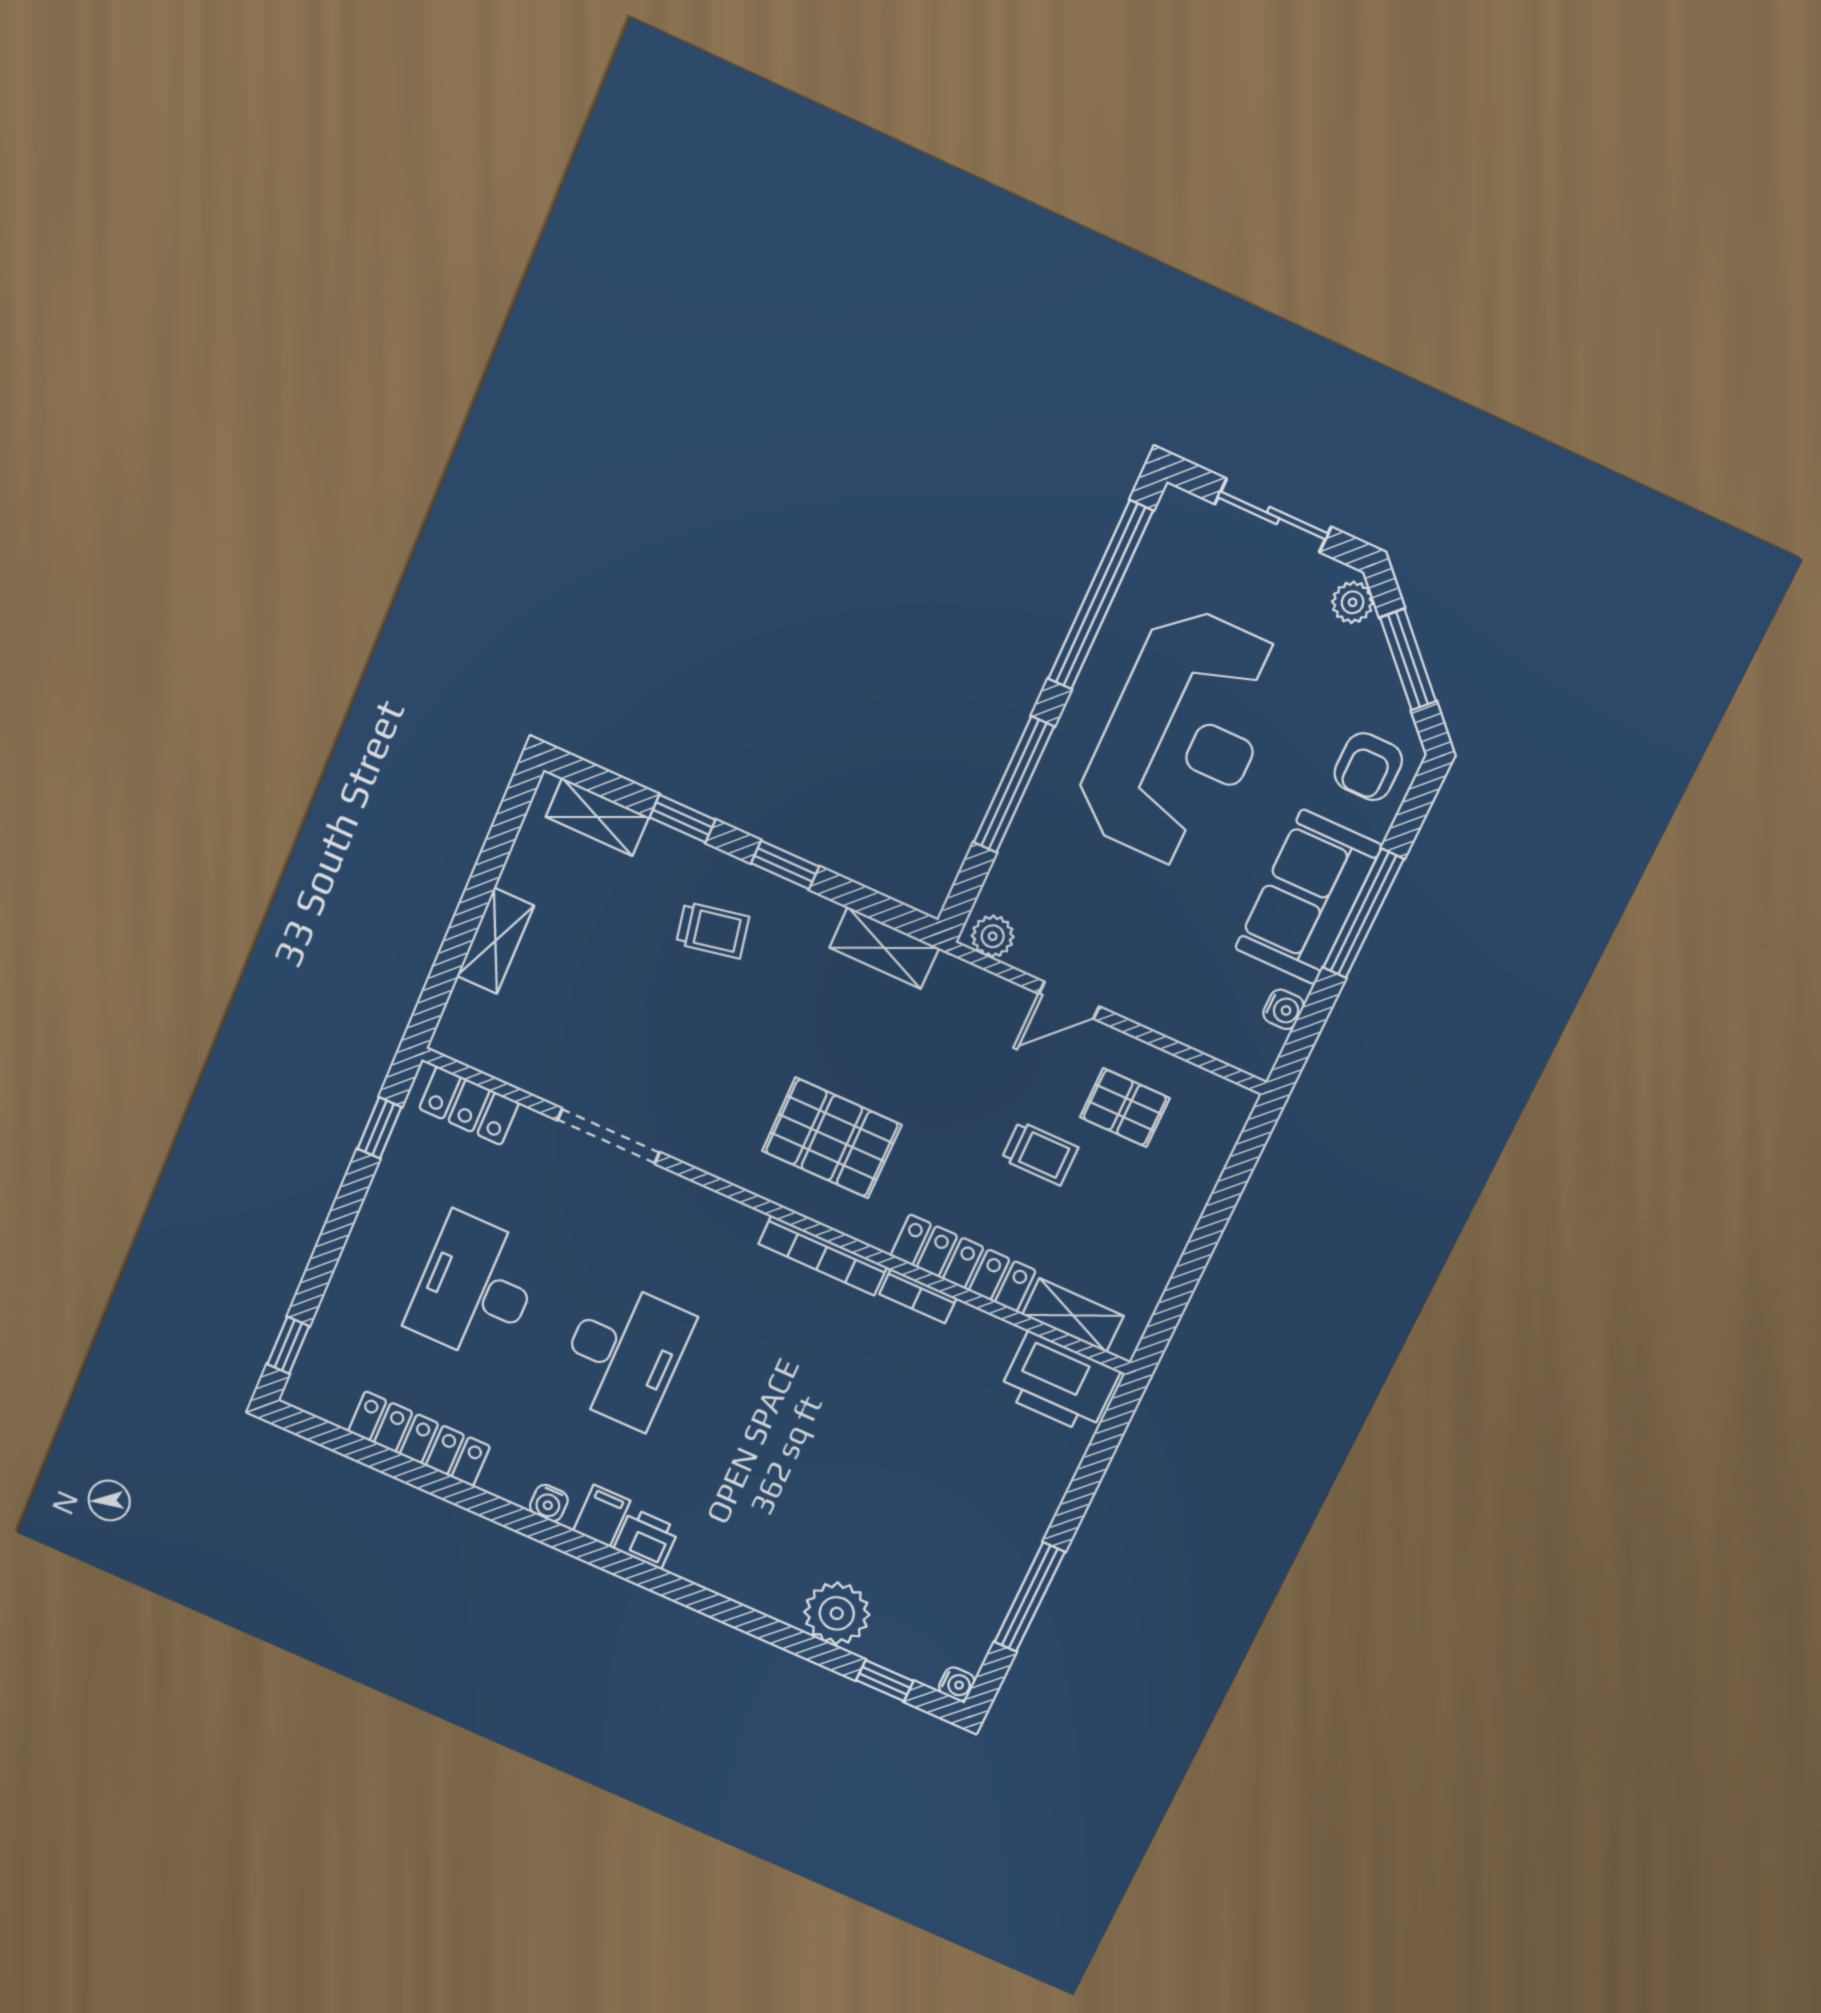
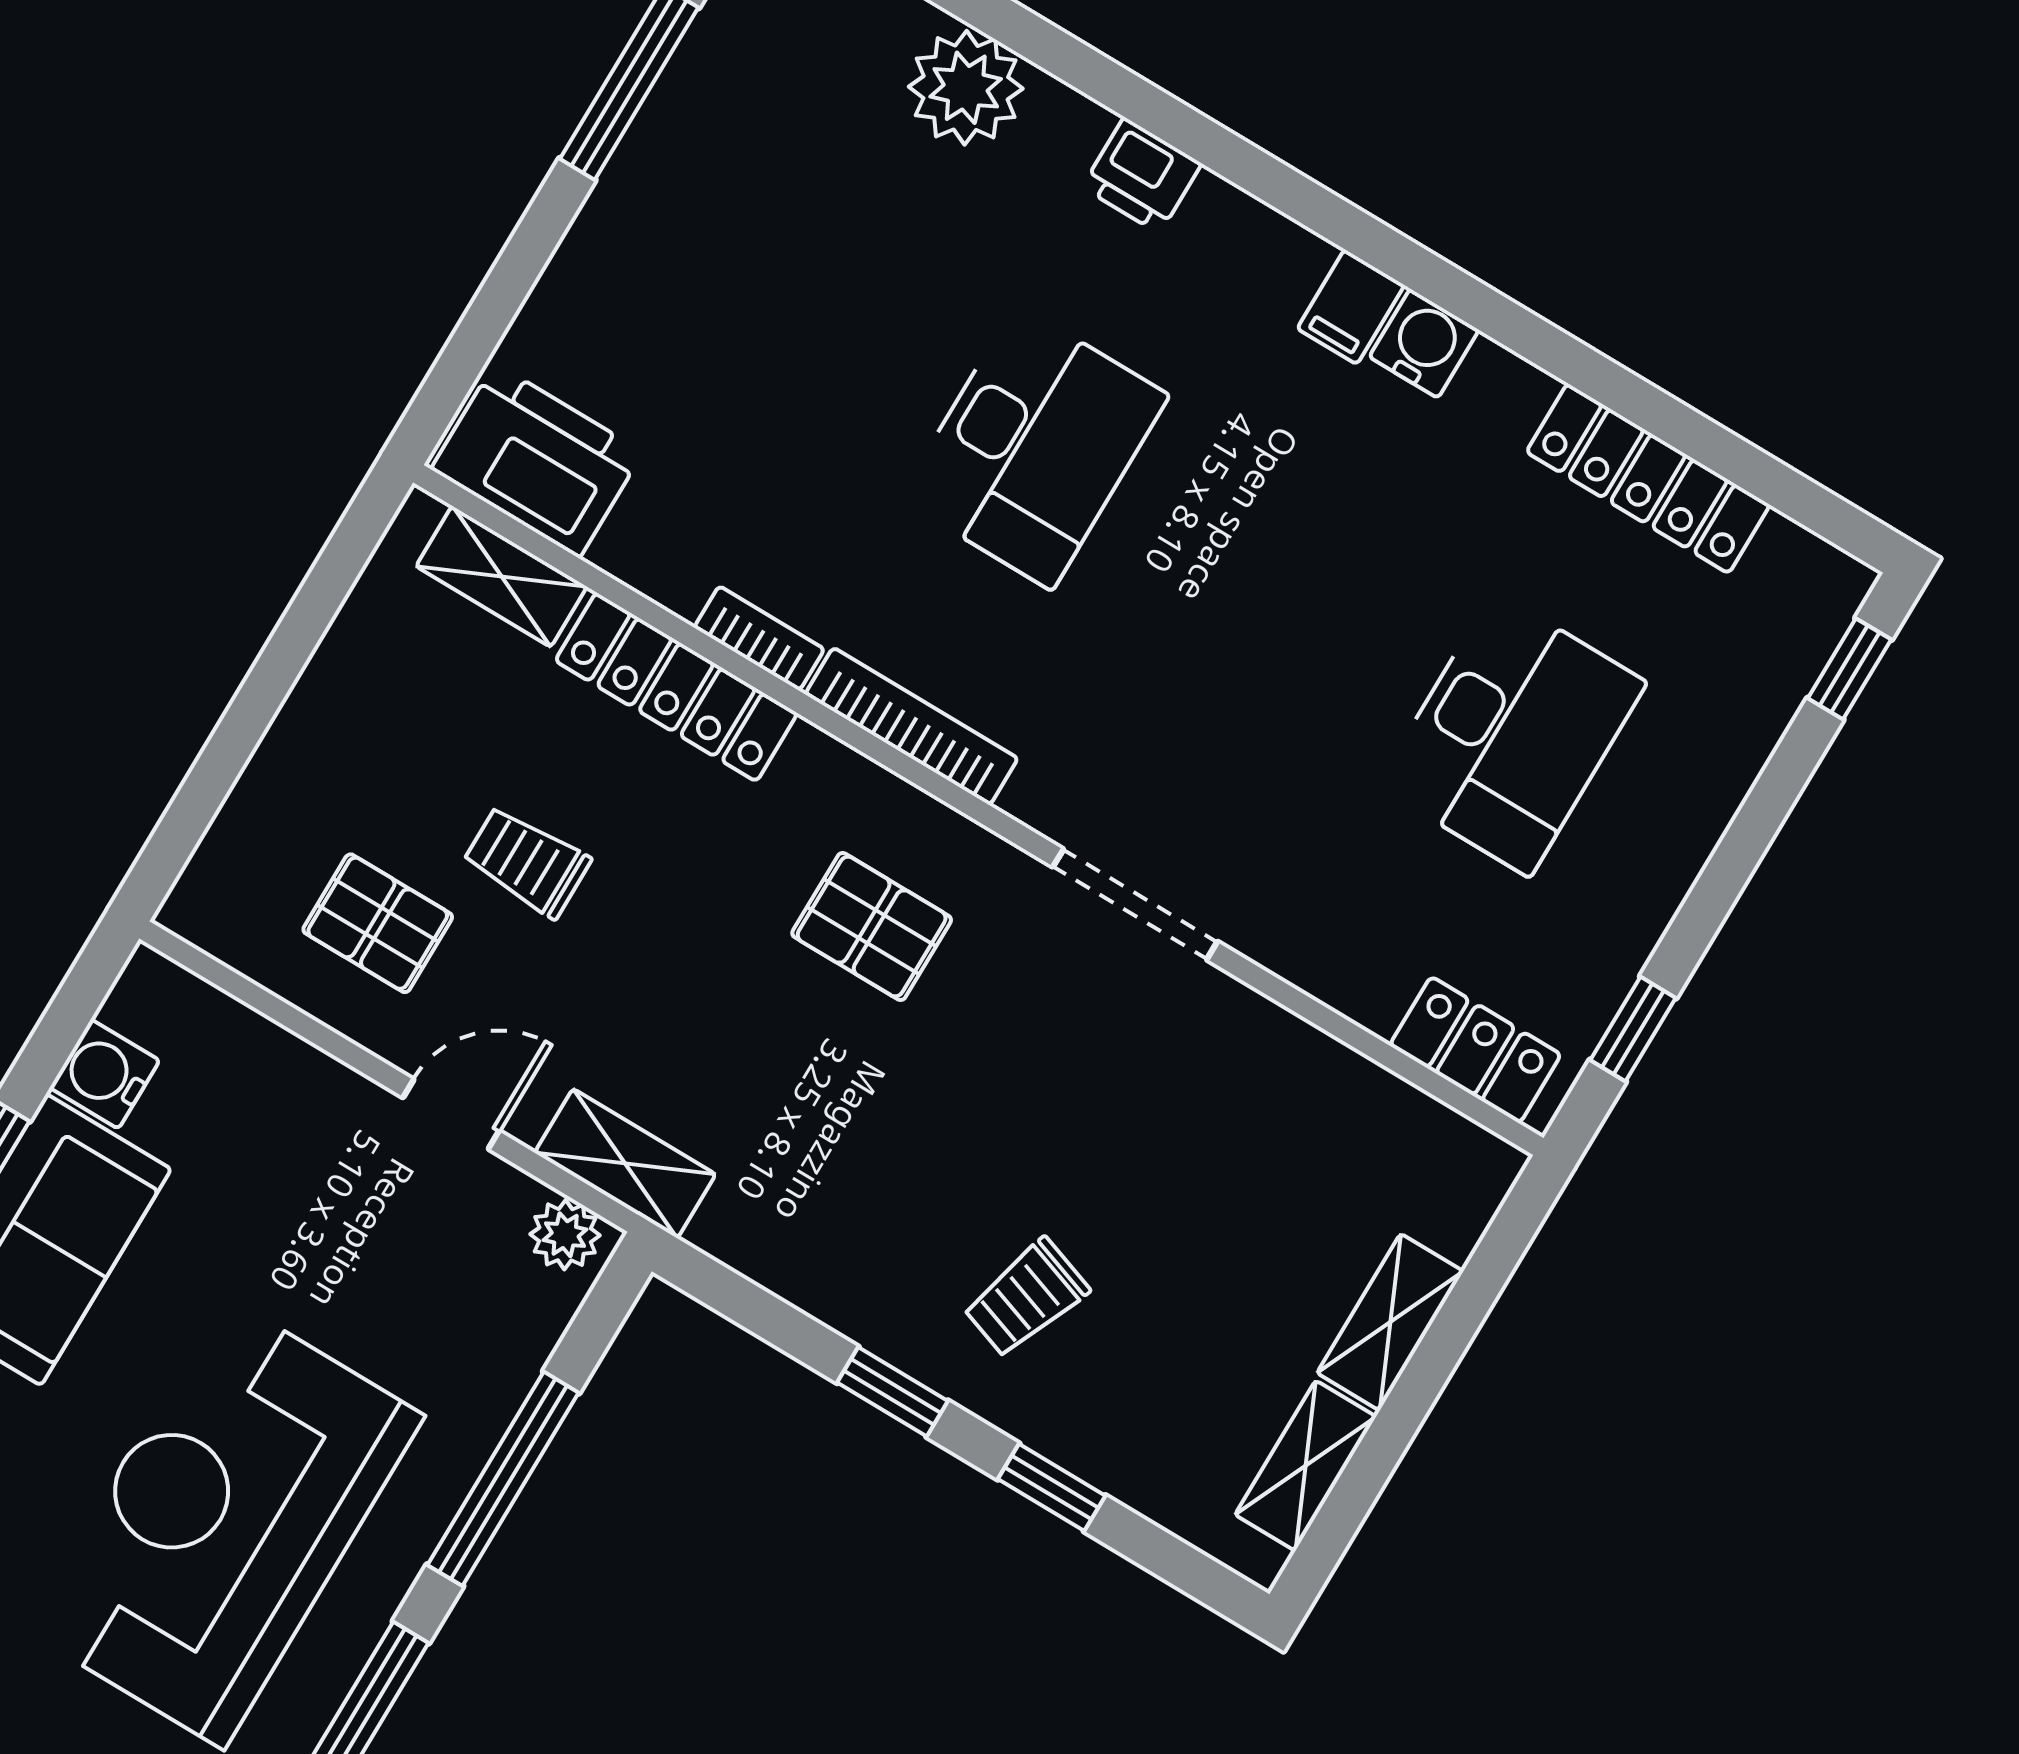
shelving: (597, 817) -> (1306, 1466), moved, turned 90
trolley: (713, 930) -> (1026, 1298), turned -60
shelving: (884, 948) -> (625, 1163), moved
water cooler: (1283, 1009) -> (105, 1074), width x1.38, depth x1.38
doorway: (608, 1136) -> (1135, 904), moved
pallet: (832, 1138) -> (872, 927), width x0.67, depth x0.71
desk: (624, 1354) -> (1034, 447), moved, turned 180
water cooler: (549, 1503) -> (1424, 343), width x1.38, depth x1.38
printer: (646, 1539) -> (1142, 175), moved

